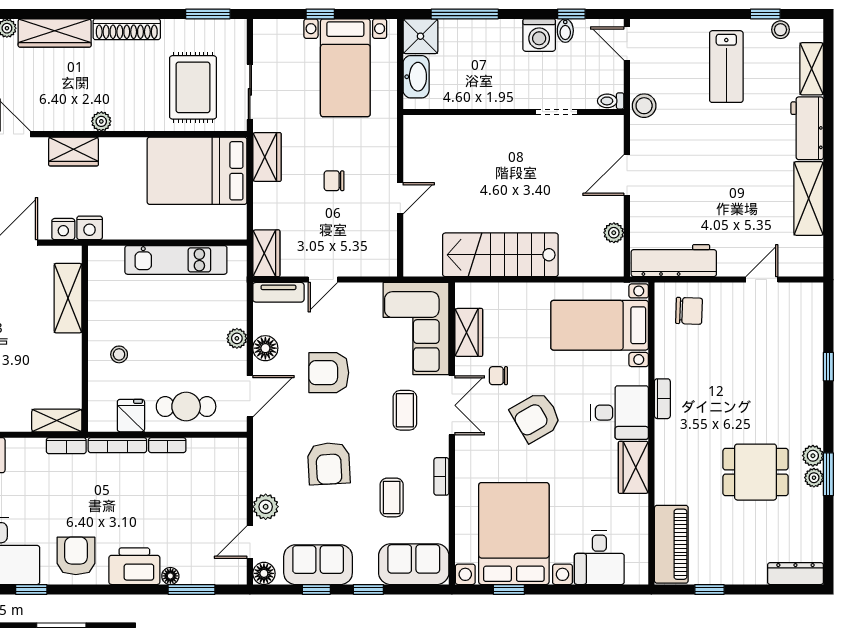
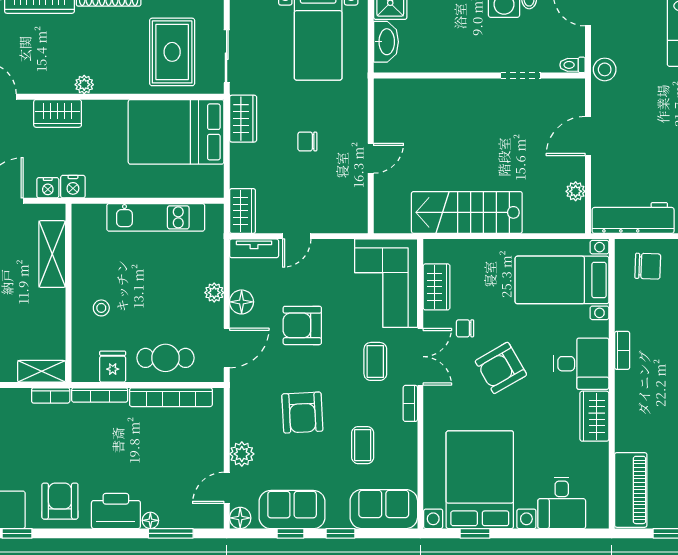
bookcase: (167, 445) -> (171, 397), width x2.31, depth x1.31
bookcase: (441, 476) -> (410, 403), moved

